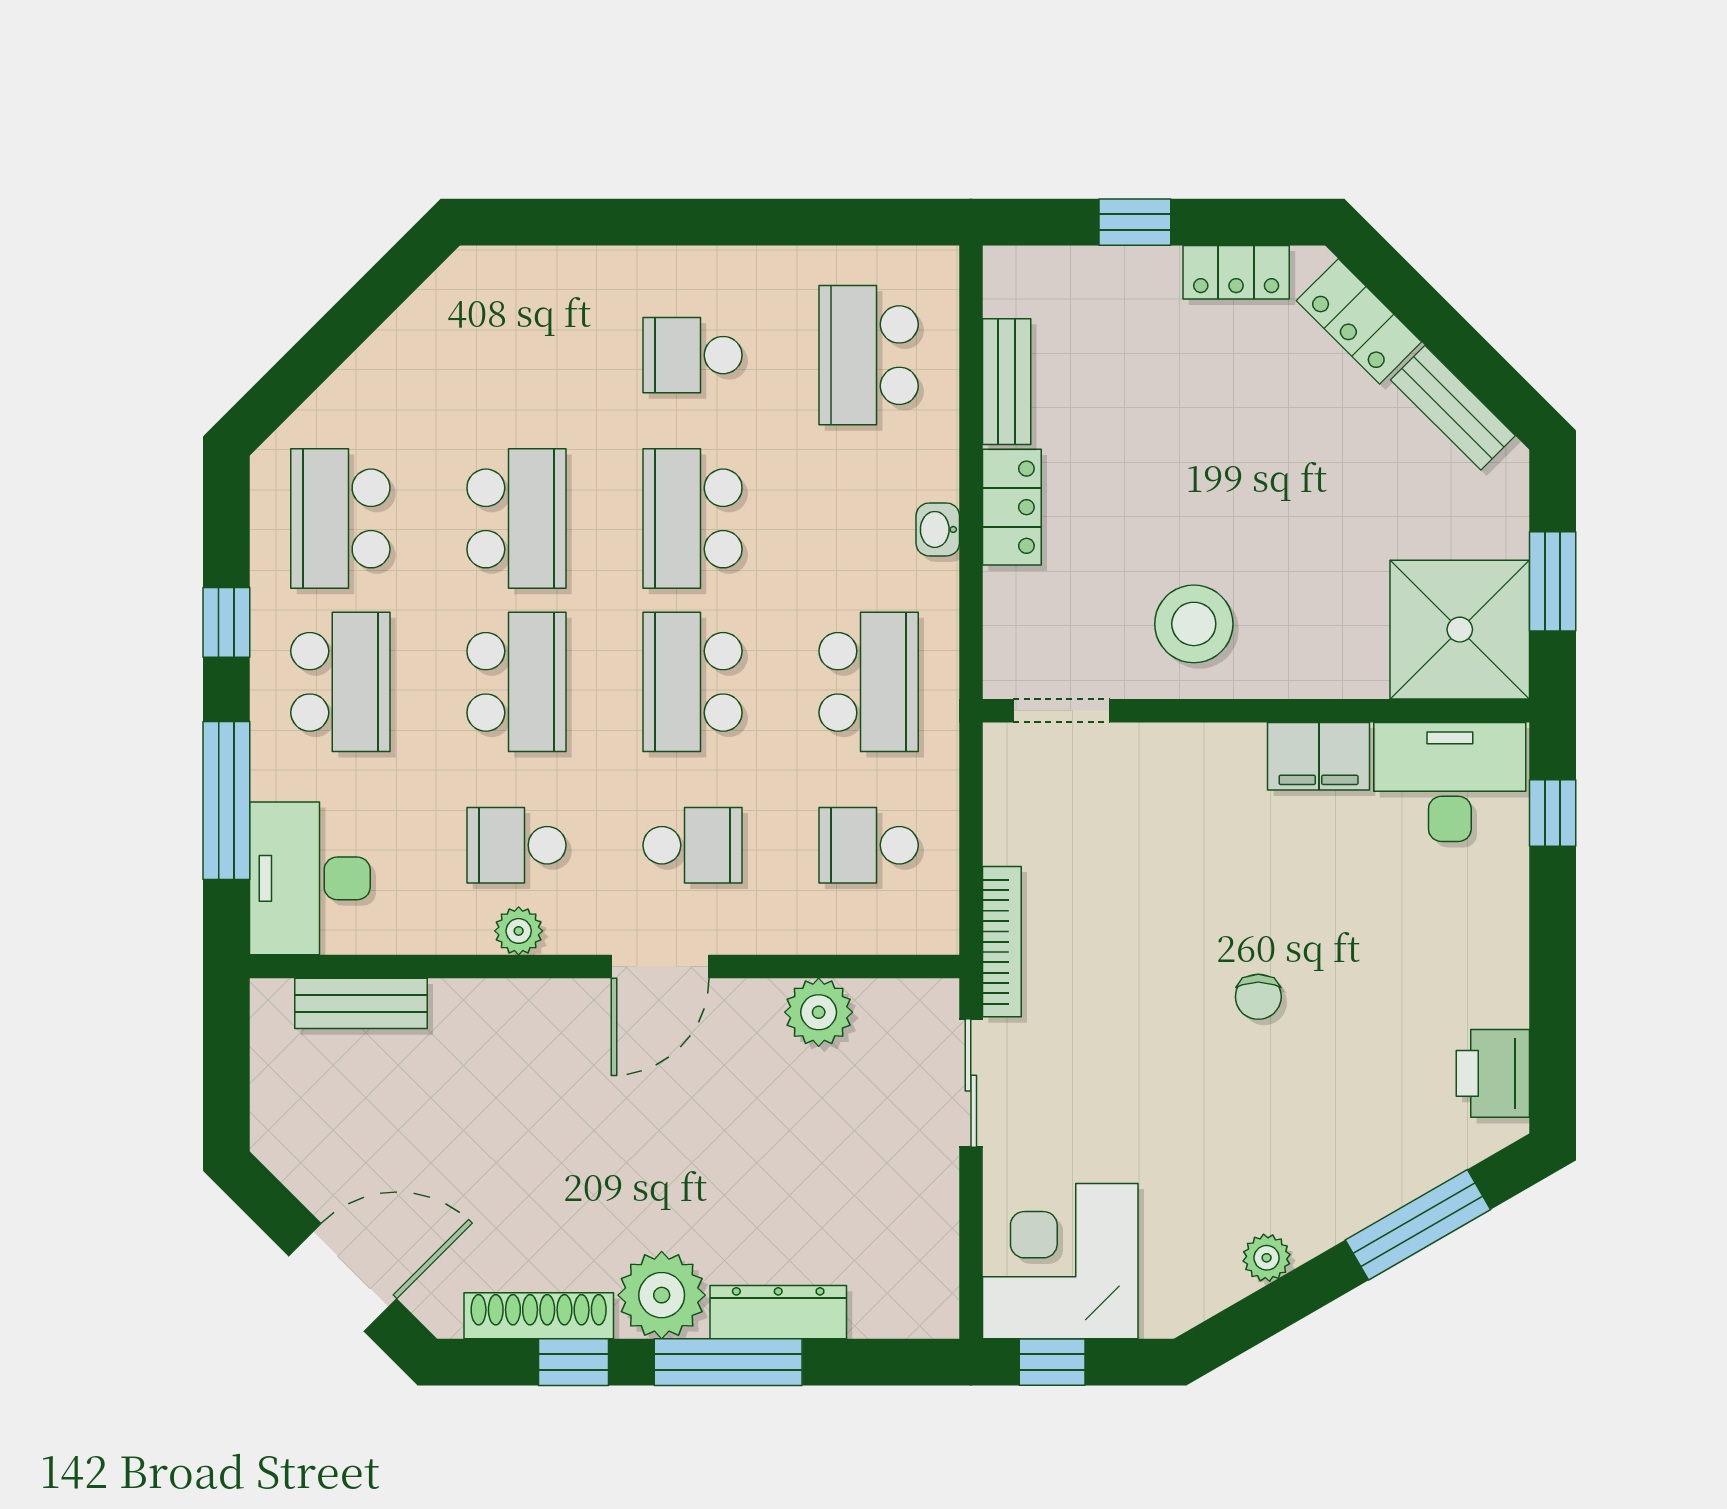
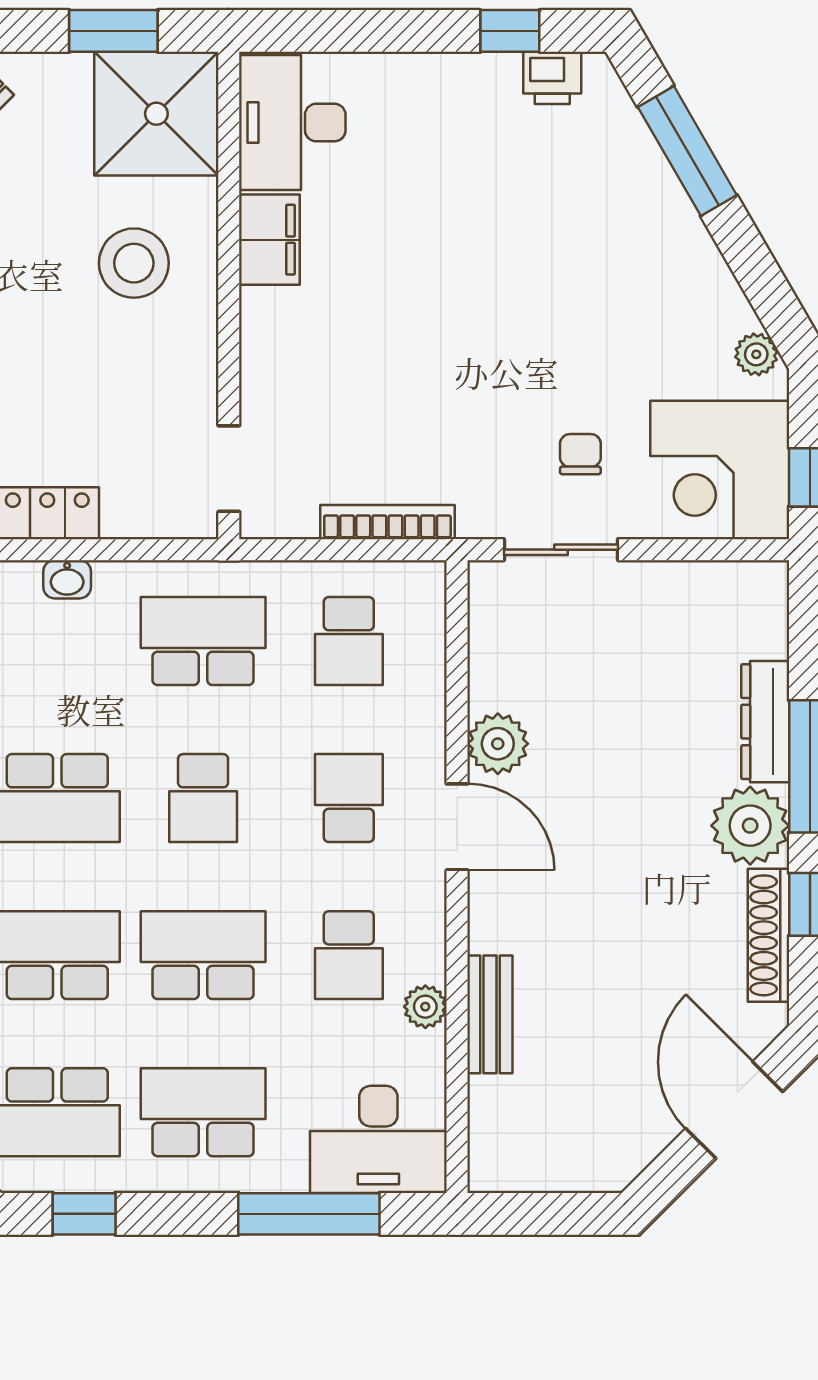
window: (226, 622) -> (84, 1214), moved
stool: (1194, 624) -> (134, 263), moved
school desk: (693, 682) -> (203, 798), width x0.54
window: (1553, 813) -> (510, 31), moved
plant: (519, 931) -> (425, 1007), moved
bookcase: (1002, 942) -> (387, 522), moved
chair: (1258, 997) -> (580, 454), moved, turned -90
bench: (361, 1003) -> (490, 1014), moved
plant: (819, 1012) -> (498, 744), moved
printer: (1493, 1073) -> (552, 78), width x0.73, depth x0.81
plant: (1267, 1258) -> (756, 354), moved

